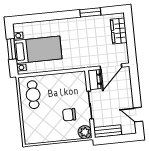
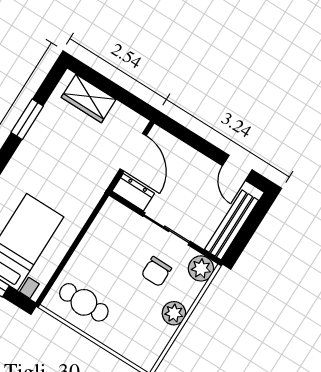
door: (138, 115) -> (237, 168), hinge flipped
bench: (108, 131) -> (232, 225), width x1.36
plant: (58, 135) -> (174, 313), added

